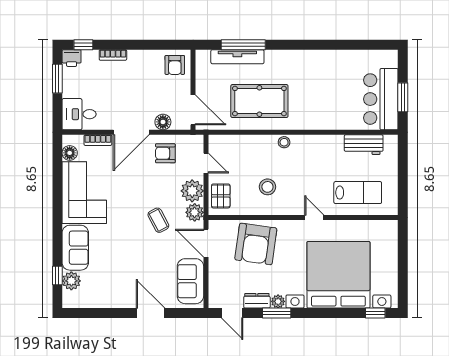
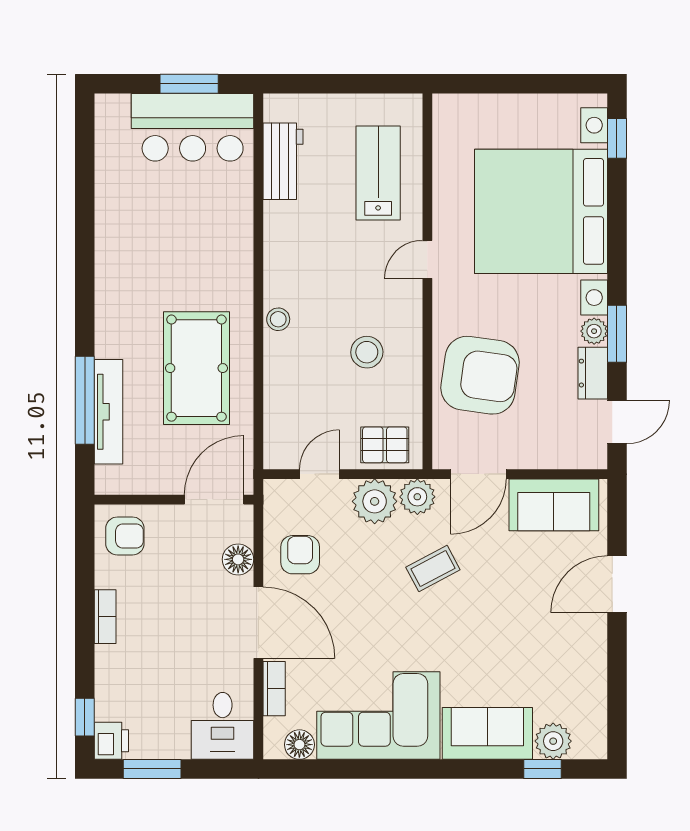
bookcase: (113, 55) -> (105, 617), moved
armchair: (165, 153) -> (300, 555), turned 180

